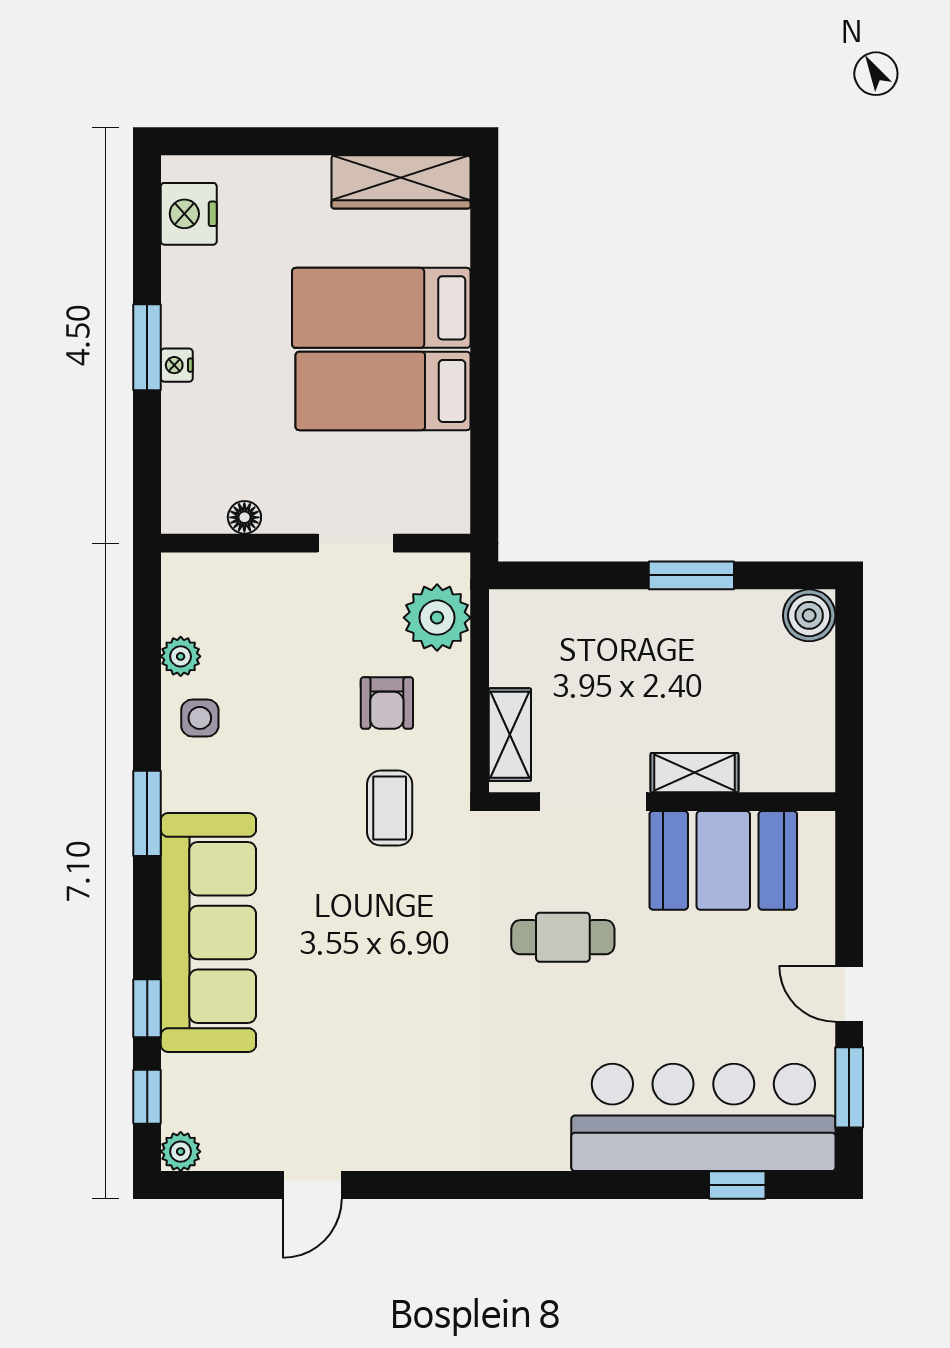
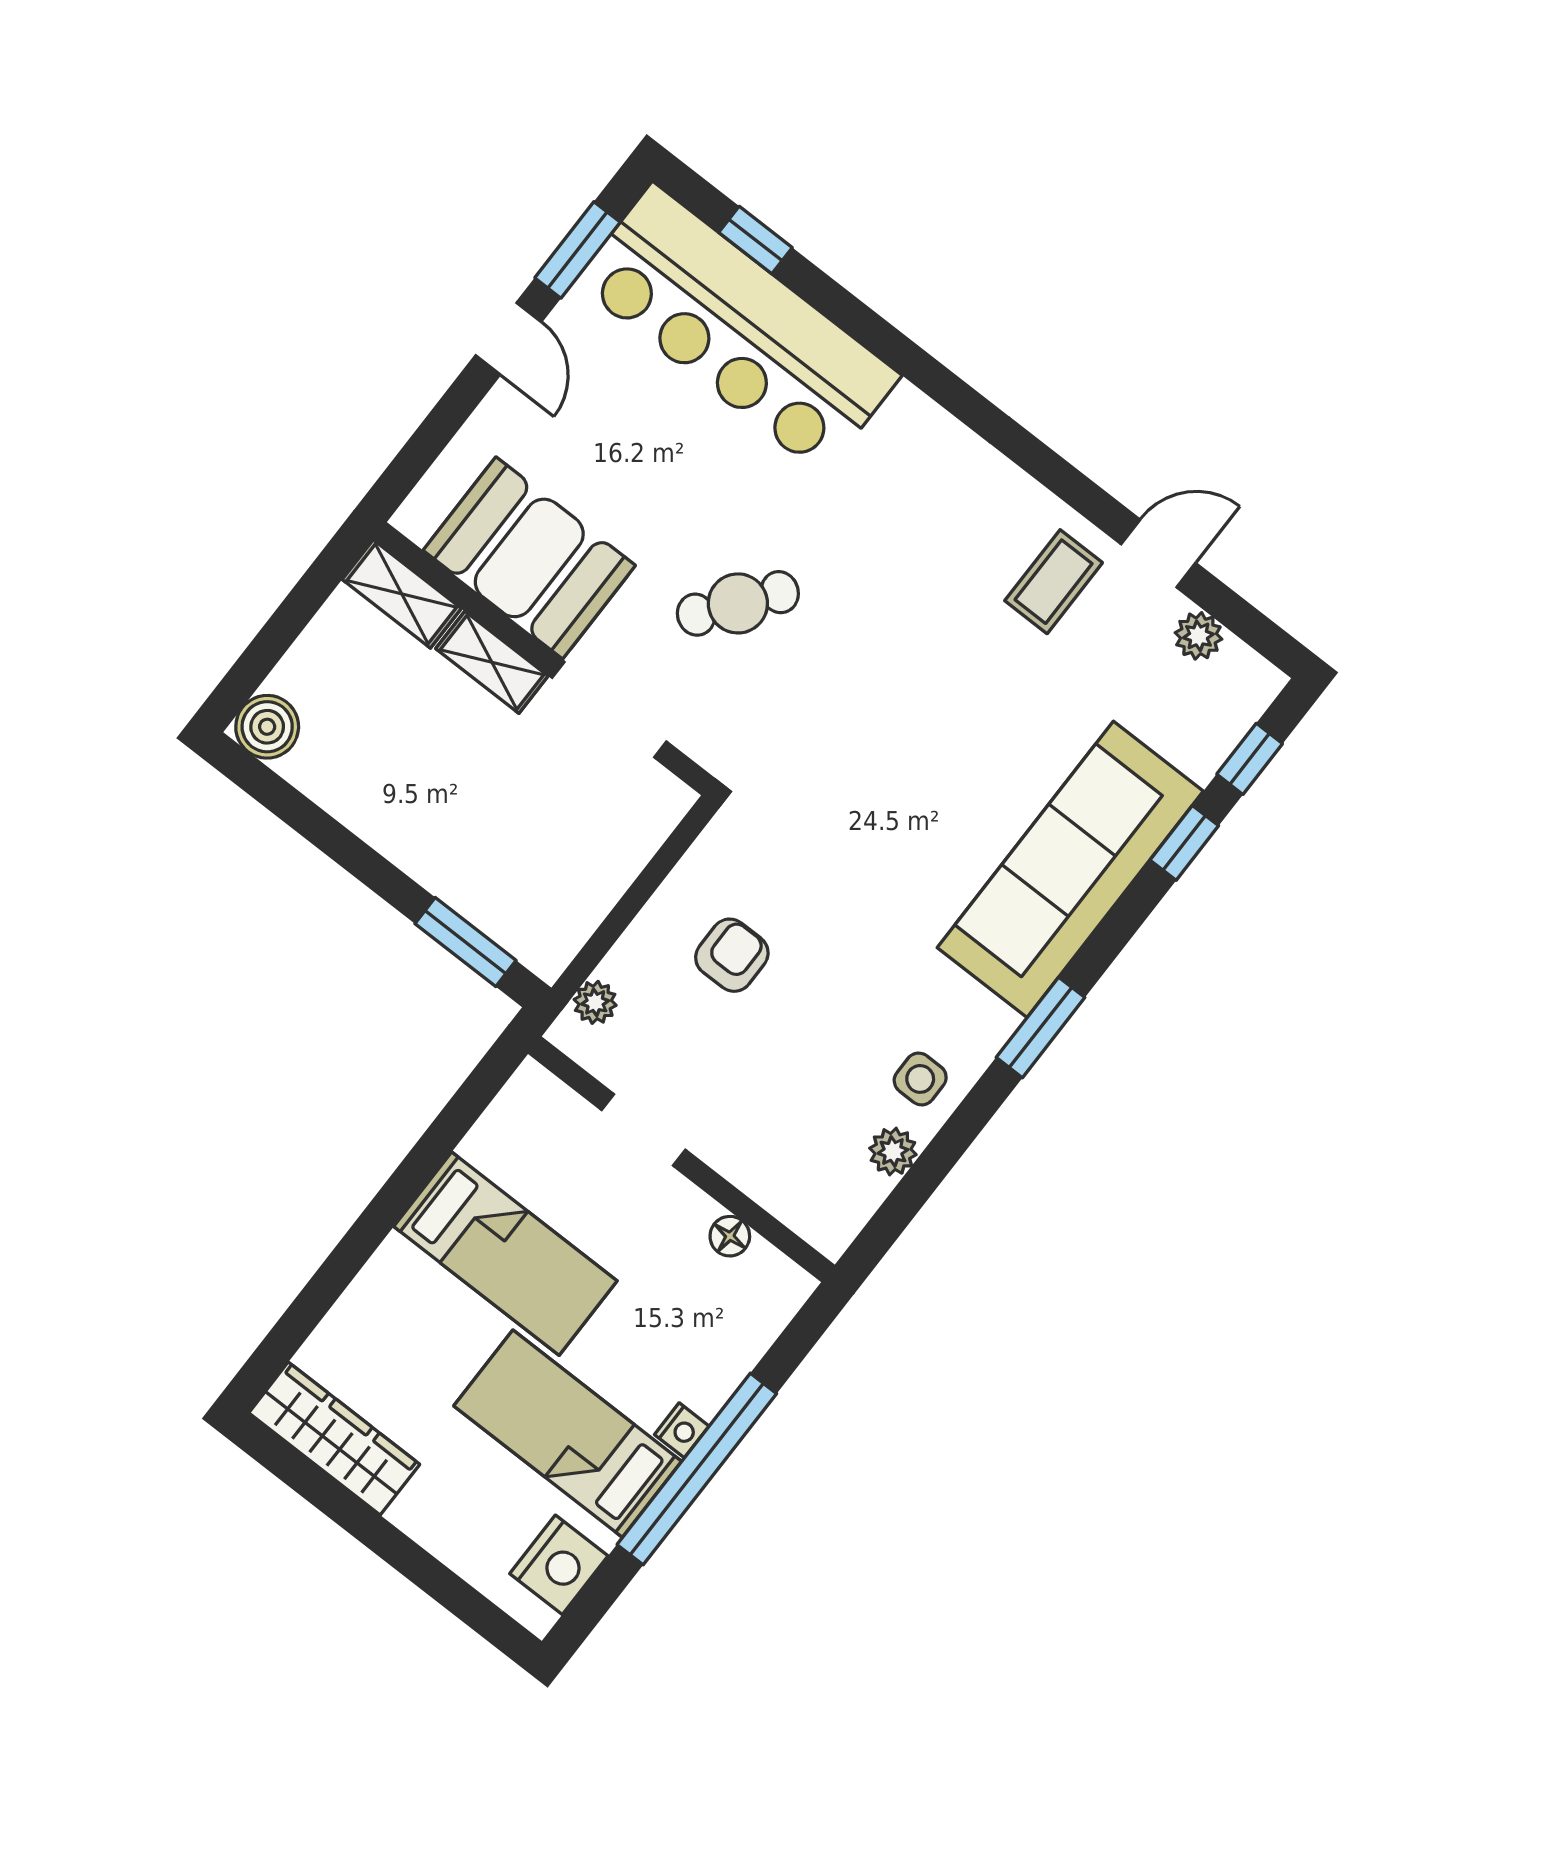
bed: (381, 308) -> (568, 1434), moved, turned 180
window: (147, 347) -> (697, 1469), width x2.11
window: (691, 575) -> (466, 942), moved
plant: (437, 618) -> (595, 1002), width x0.53, depth x0.53
shelving: (510, 735) -> (402, 594), moved, turned 90
coffee table: (390, 808) -> (1054, 582), moved
cafe table: (563, 937) -> (738, 603), turned -53
plant: (181, 1152) -> (1198, 636), moved

